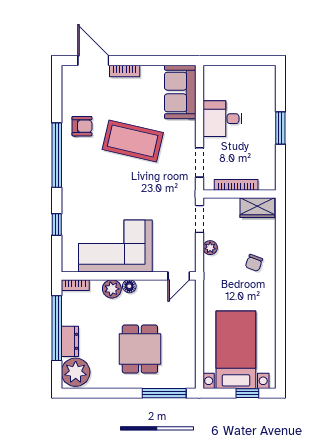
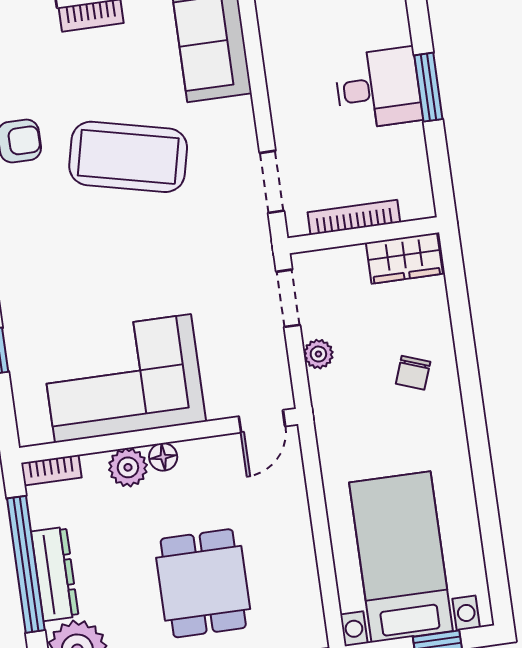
desk: (222, 119) -> (378, 88), moved, turned 180
dresser: (70, 341) -> (55, 574), width x1.44

